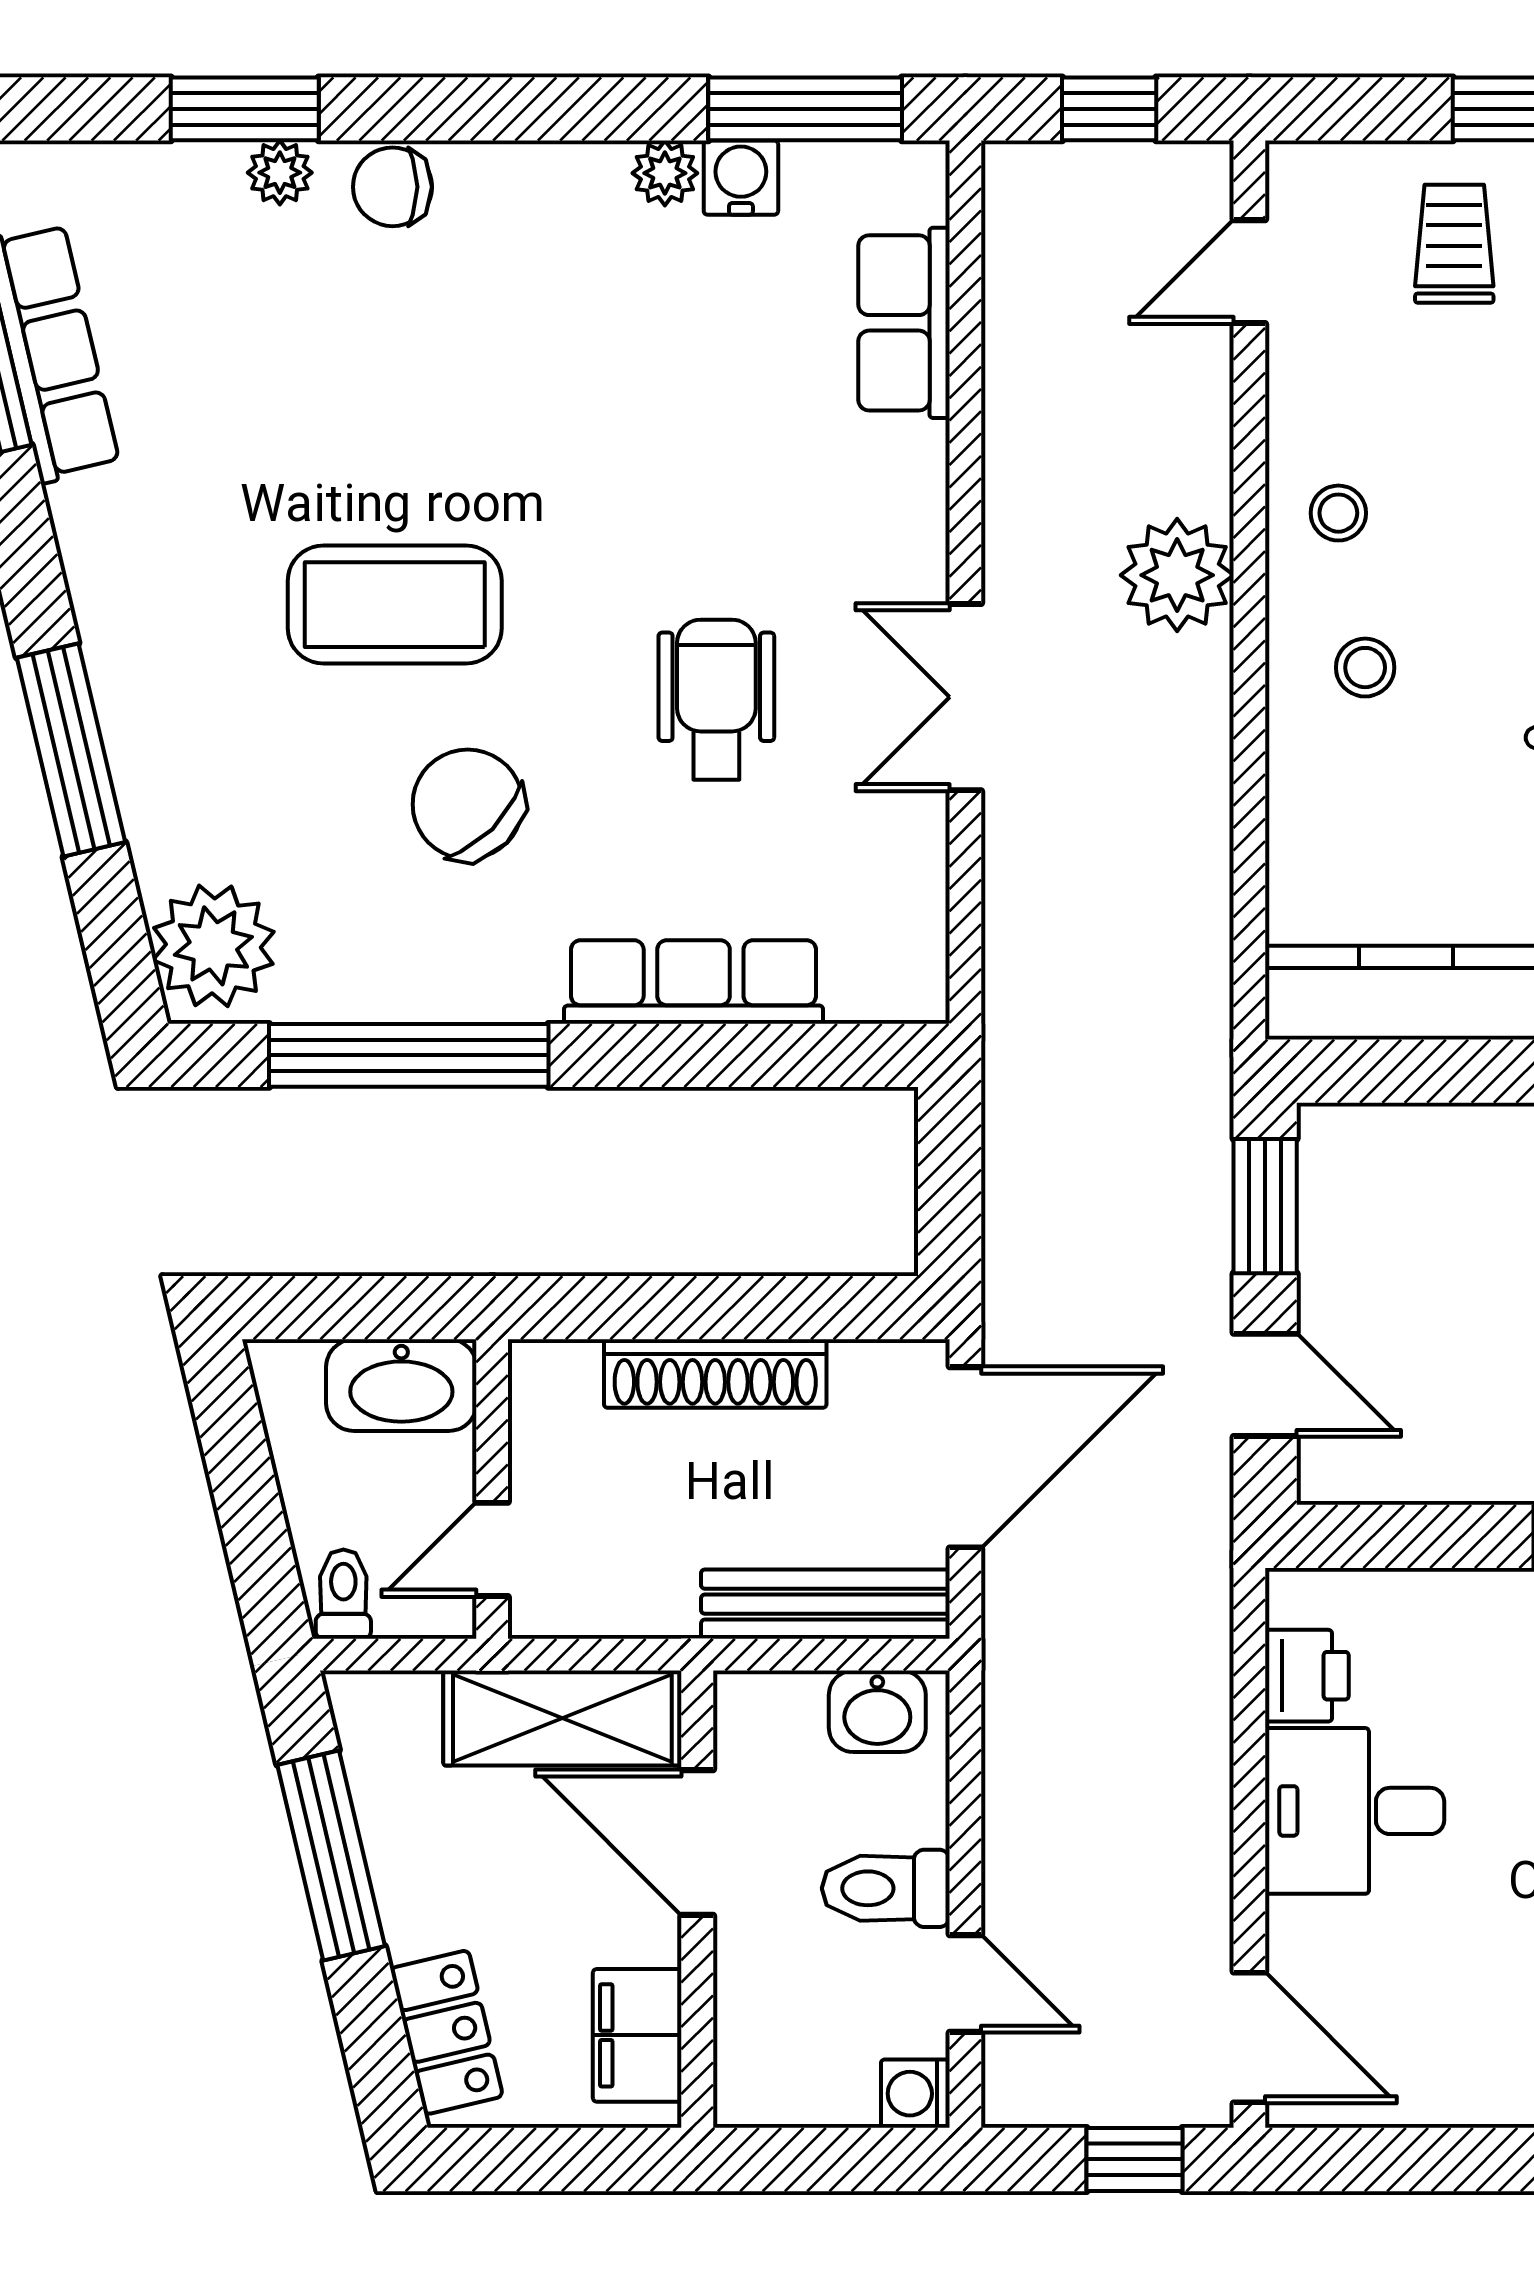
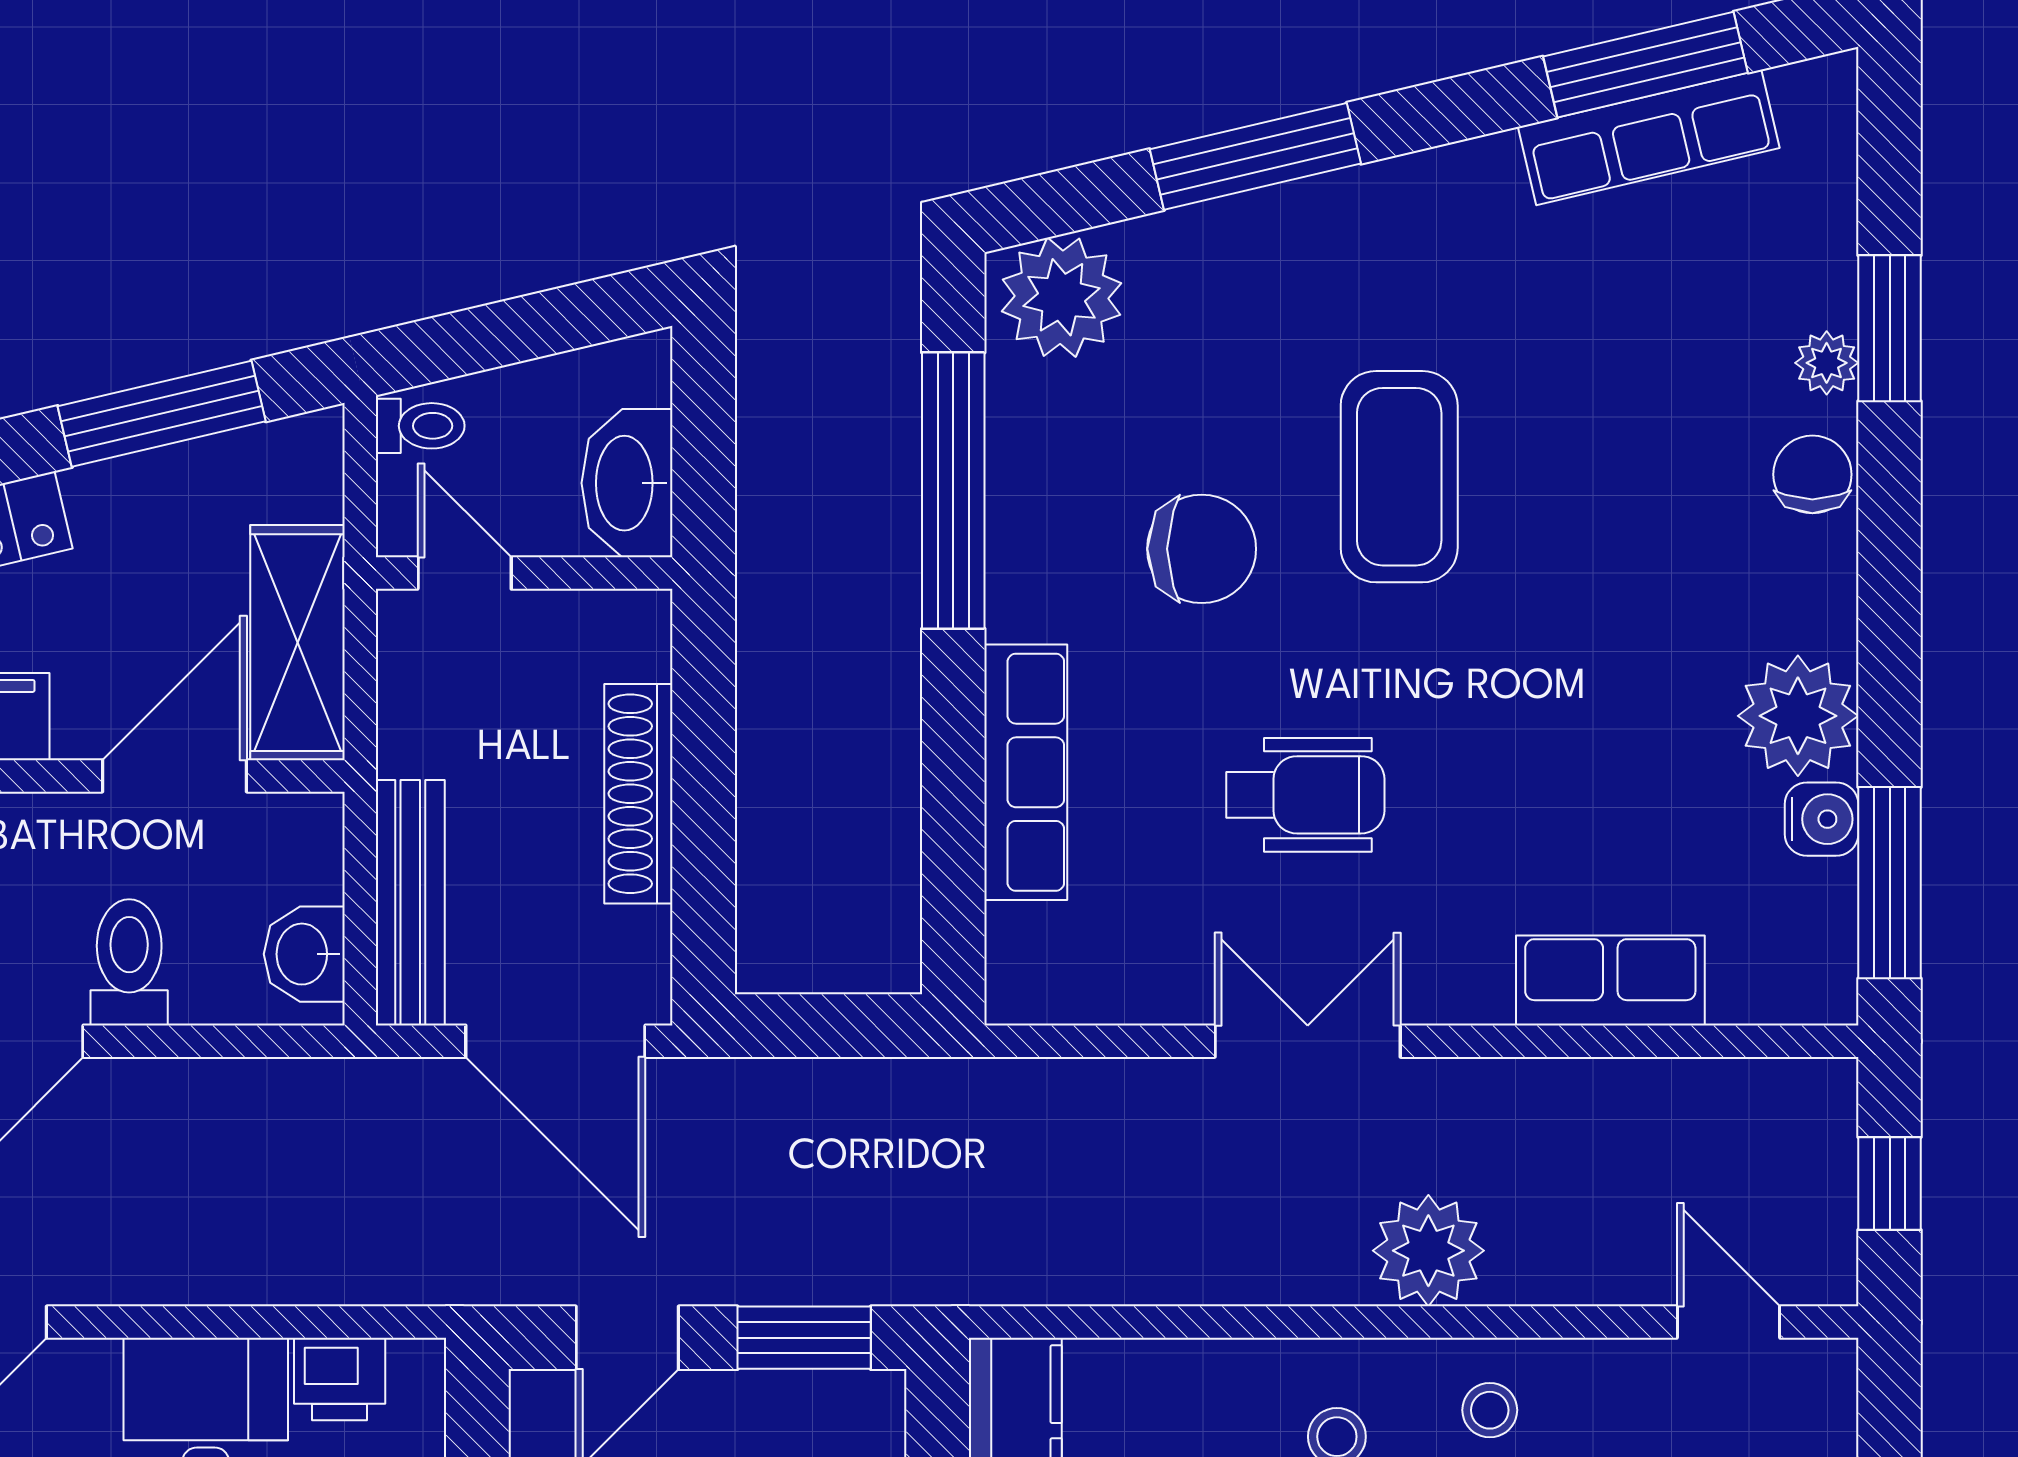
plant: (665, 173) -> (1798, 716), width x1.88, depth x1.88
row of seats: (904, 323) -> (1610, 981), moved
chair: (468, 804) -> (1202, 549), turned 45

